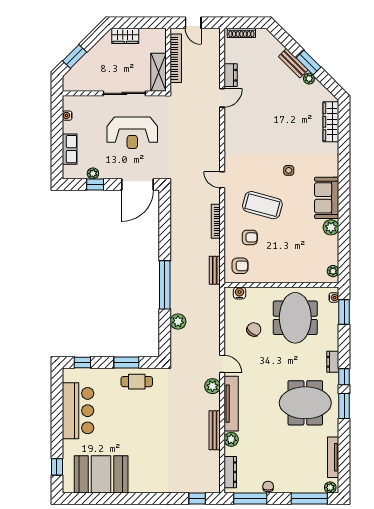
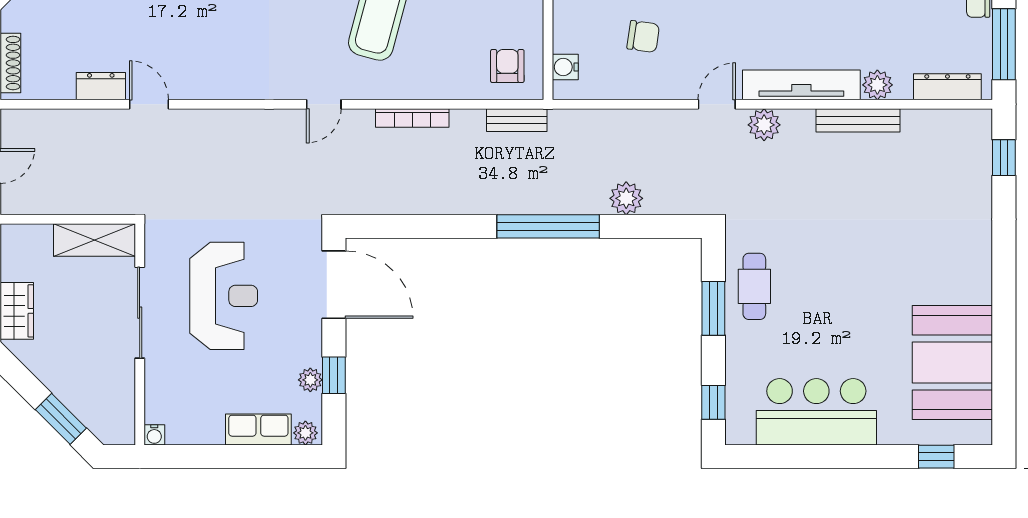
bookcase: (176, 58) -> (65, 203), removed
water cooler: (67, 116) -> (154, 435), moved
plant: (68, 171) -> (305, 433), added
armchair: (250, 237) -> (447, 45), removed
chair: (254, 329) -> (643, 37), turned 150

